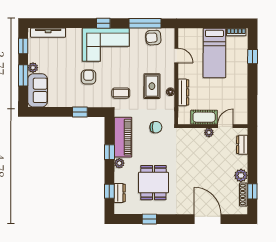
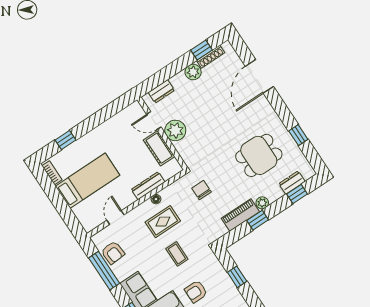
coffee table: (121, 93) -> (177, 254), moved
plant: (209, 132) -> (175, 130), width x1.88, depth x1.88
piano: (123, 137) -> (240, 215), width x0.73, depth x0.75

